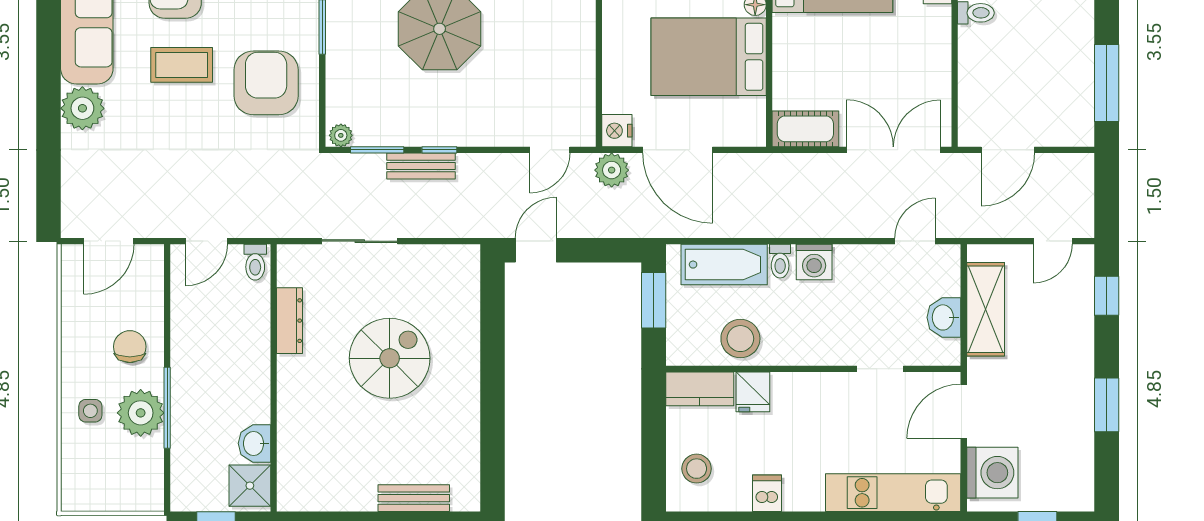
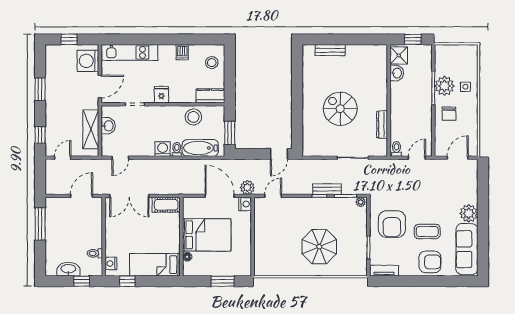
spiral stairs: (390, 358) -> (340, 109), turned 90
fridge: (753, 392) -> (161, 95), moved

